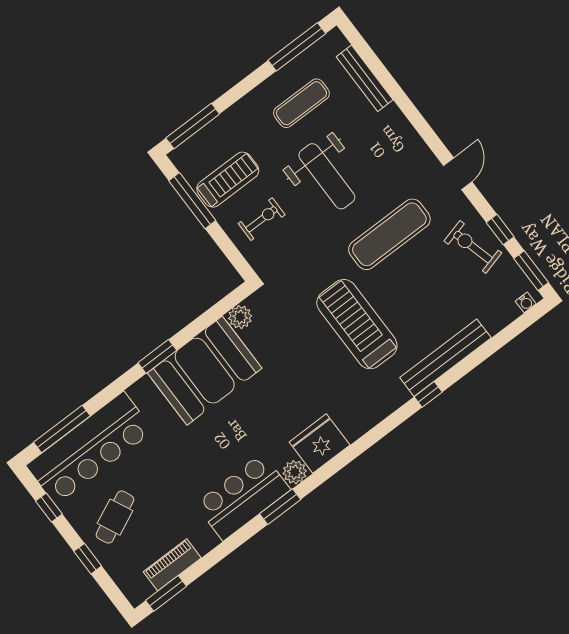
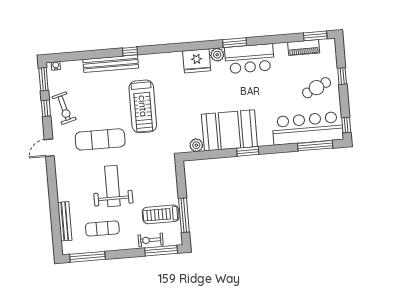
exercise bike: (262, 219) -> (151, 240), moved
window: (49, 508) -> (346, 125), moved

